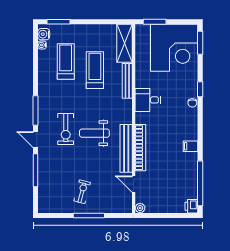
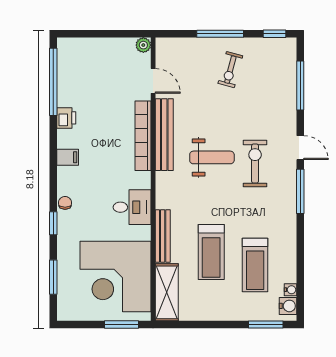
window: (200, 43) -> (53, 277), moved
corner desk: (174, 48) -> (116, 276), moved, turned -90
filing cabinet: (191, 146) -> (68, 157), moved
window: (36, 170) -> (300, 85), moved
printer: (191, 206) -> (66, 118), moved
window: (53, 216) -> (274, 34), added

